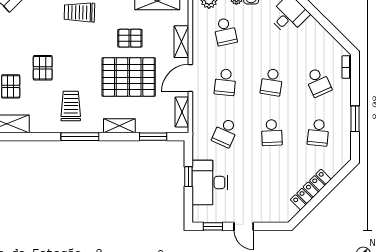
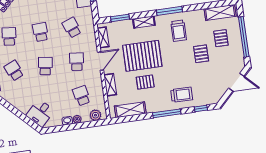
school desk: (225, 133) -> (72, 28), turned -45

